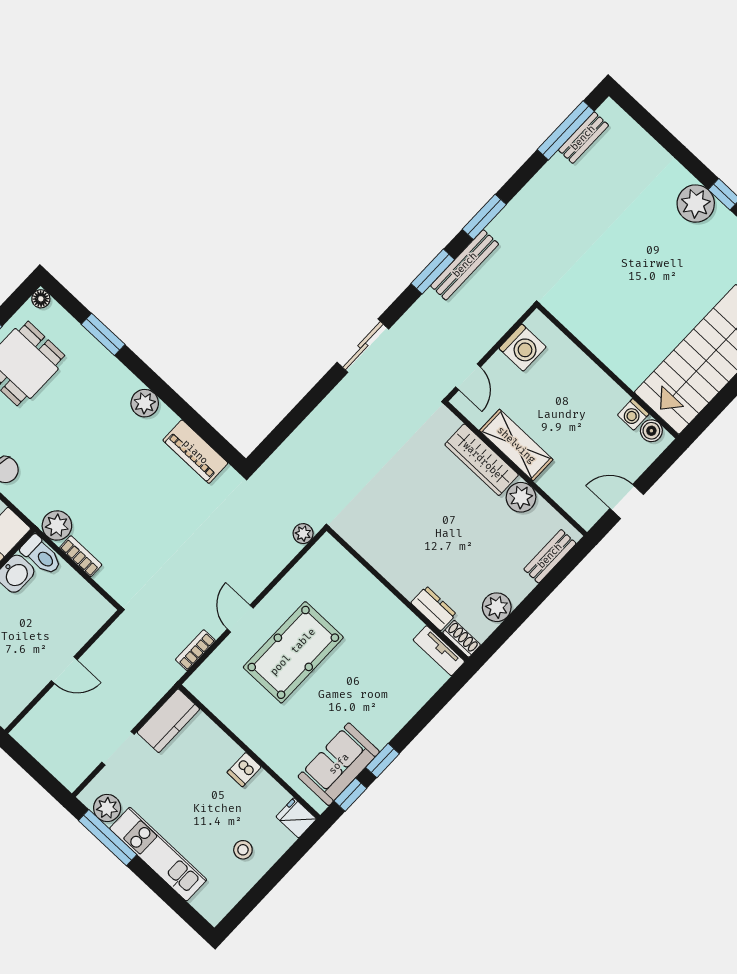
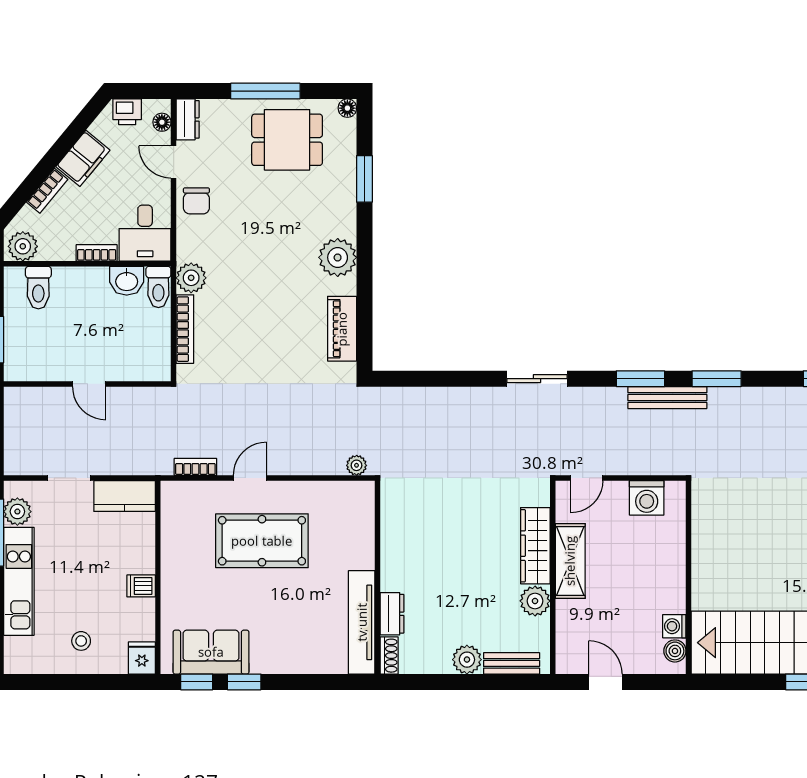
plant: (145, 403) -> (338, 257), width x1.36, depth x1.36
bookcase: (81, 556) -> (185, 329), width x1.56
plant: (497, 607) -> (467, 660), moved
tv unit: (439, 651) -> (362, 622), width x1.92, depth x1.29

